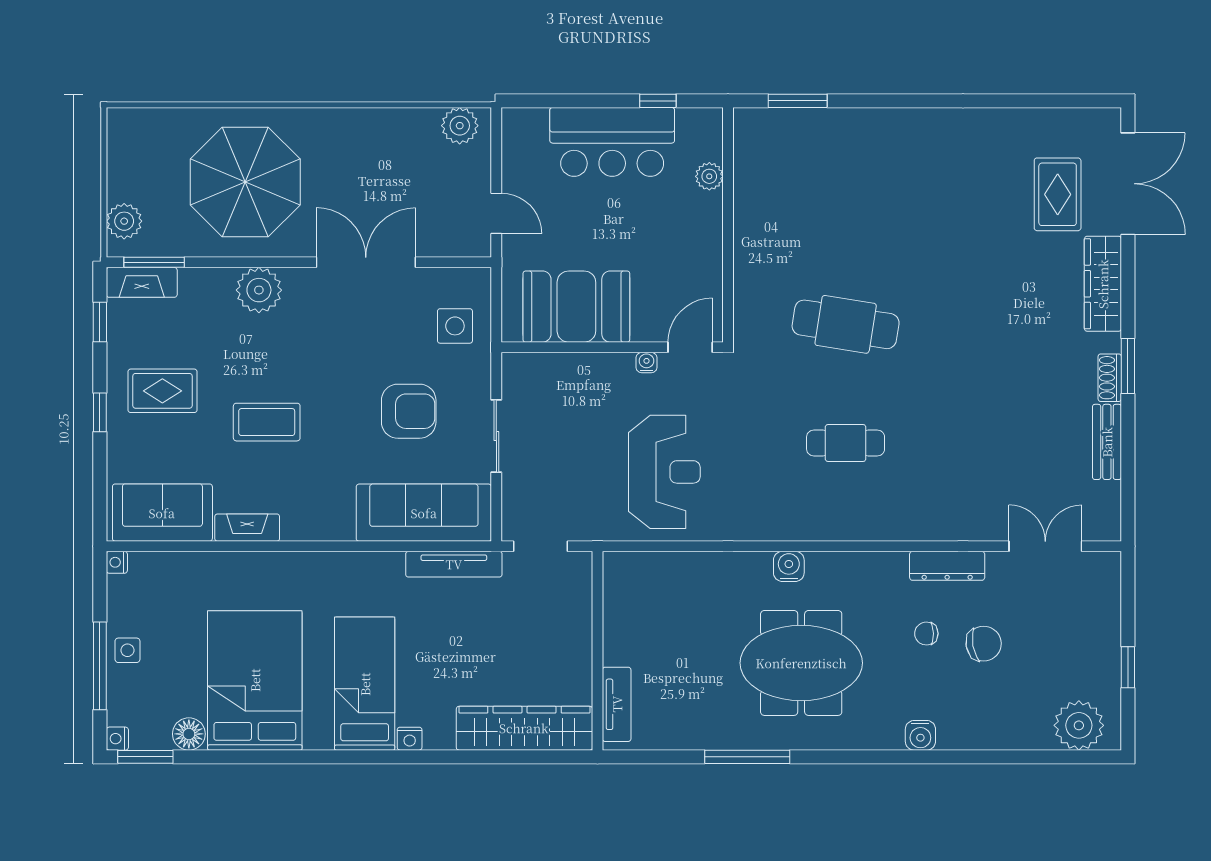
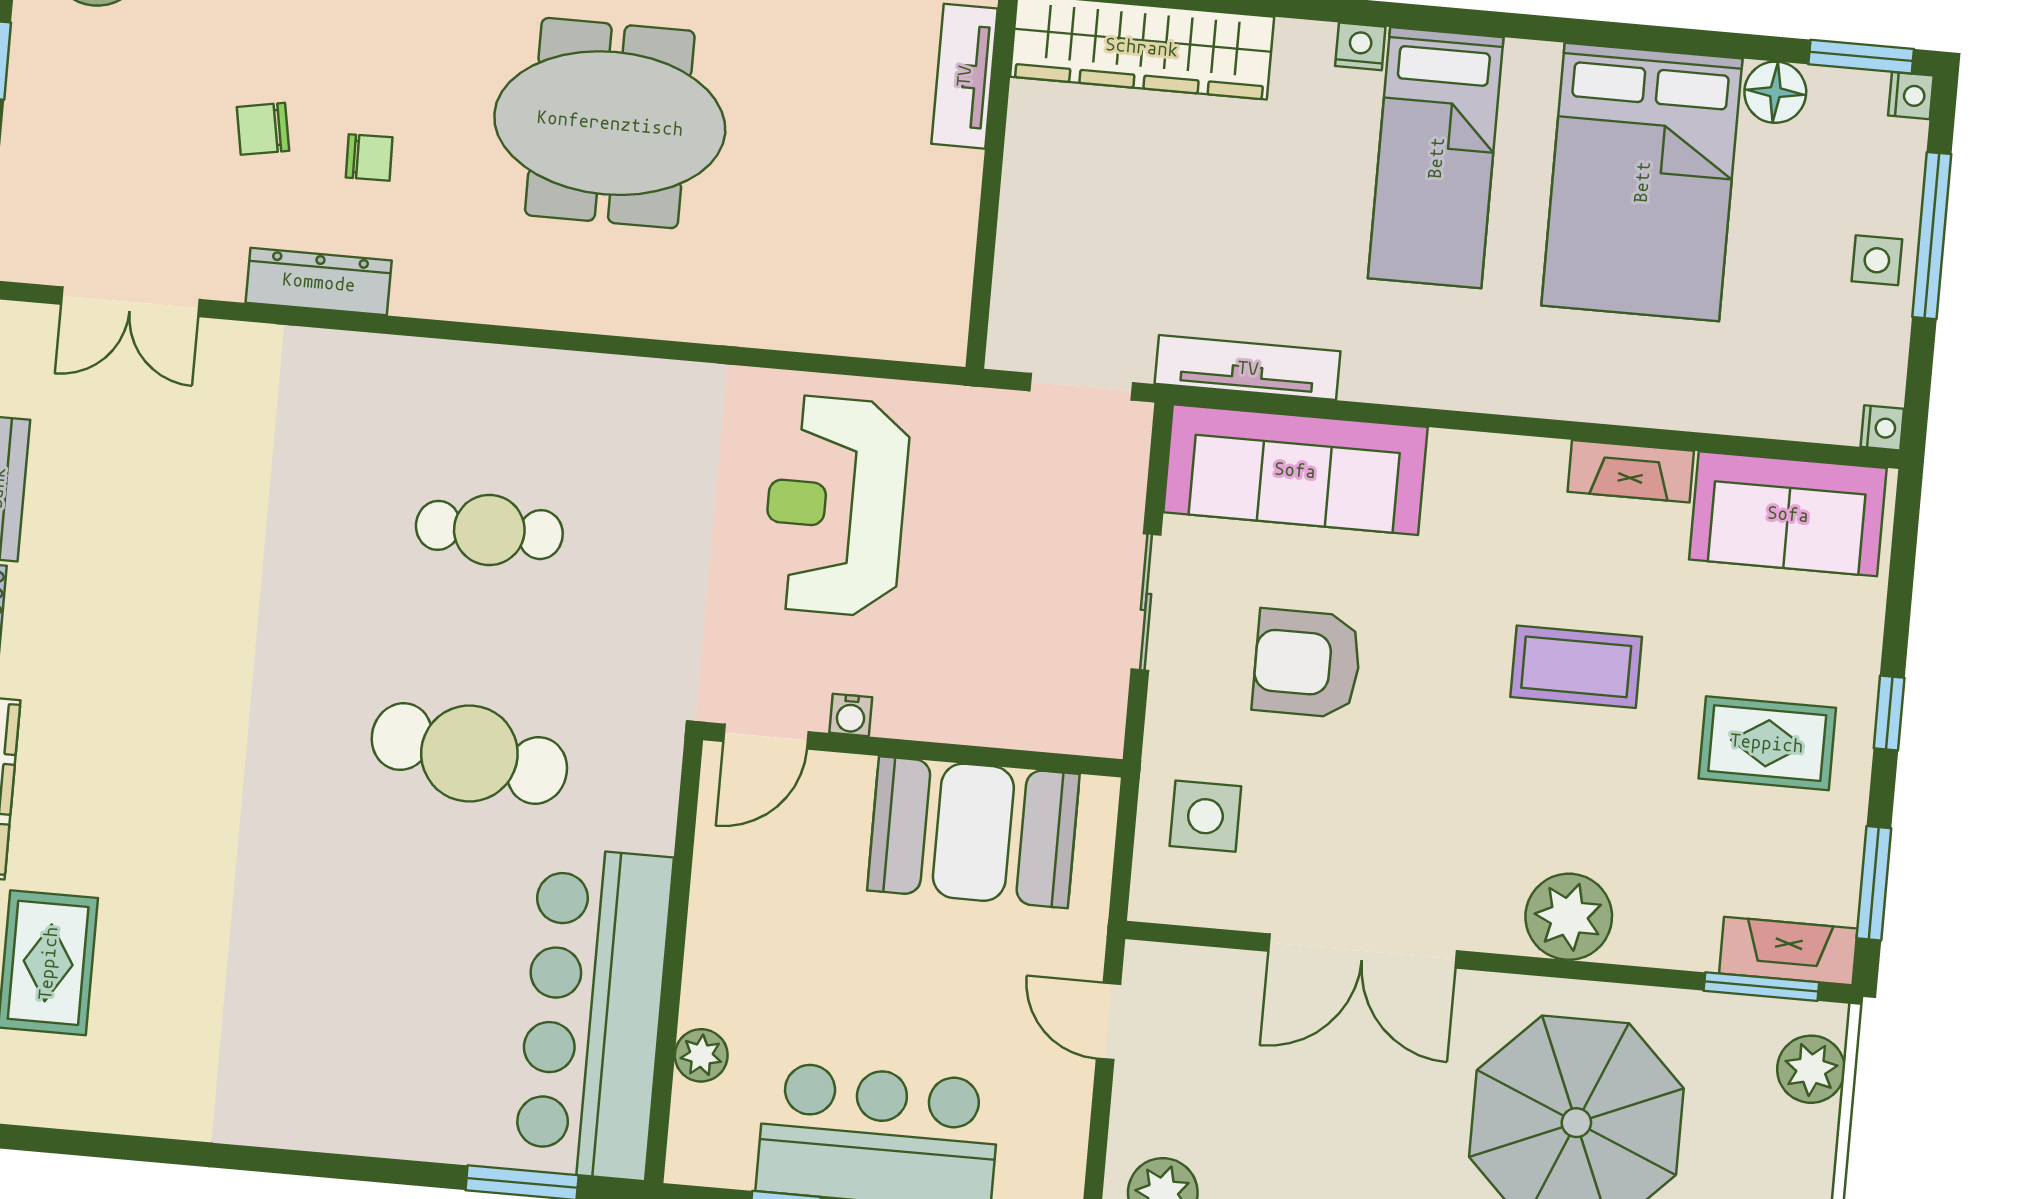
bar counter: (768, 193) -> (593, 1013), added
window: (100, 322) -> (1874, 883), width x1.50
water cooler: (789, 566) -> (617, 307), removed
chair: (984, 644) -> (263, 129), width x0.73, depth x0.73

